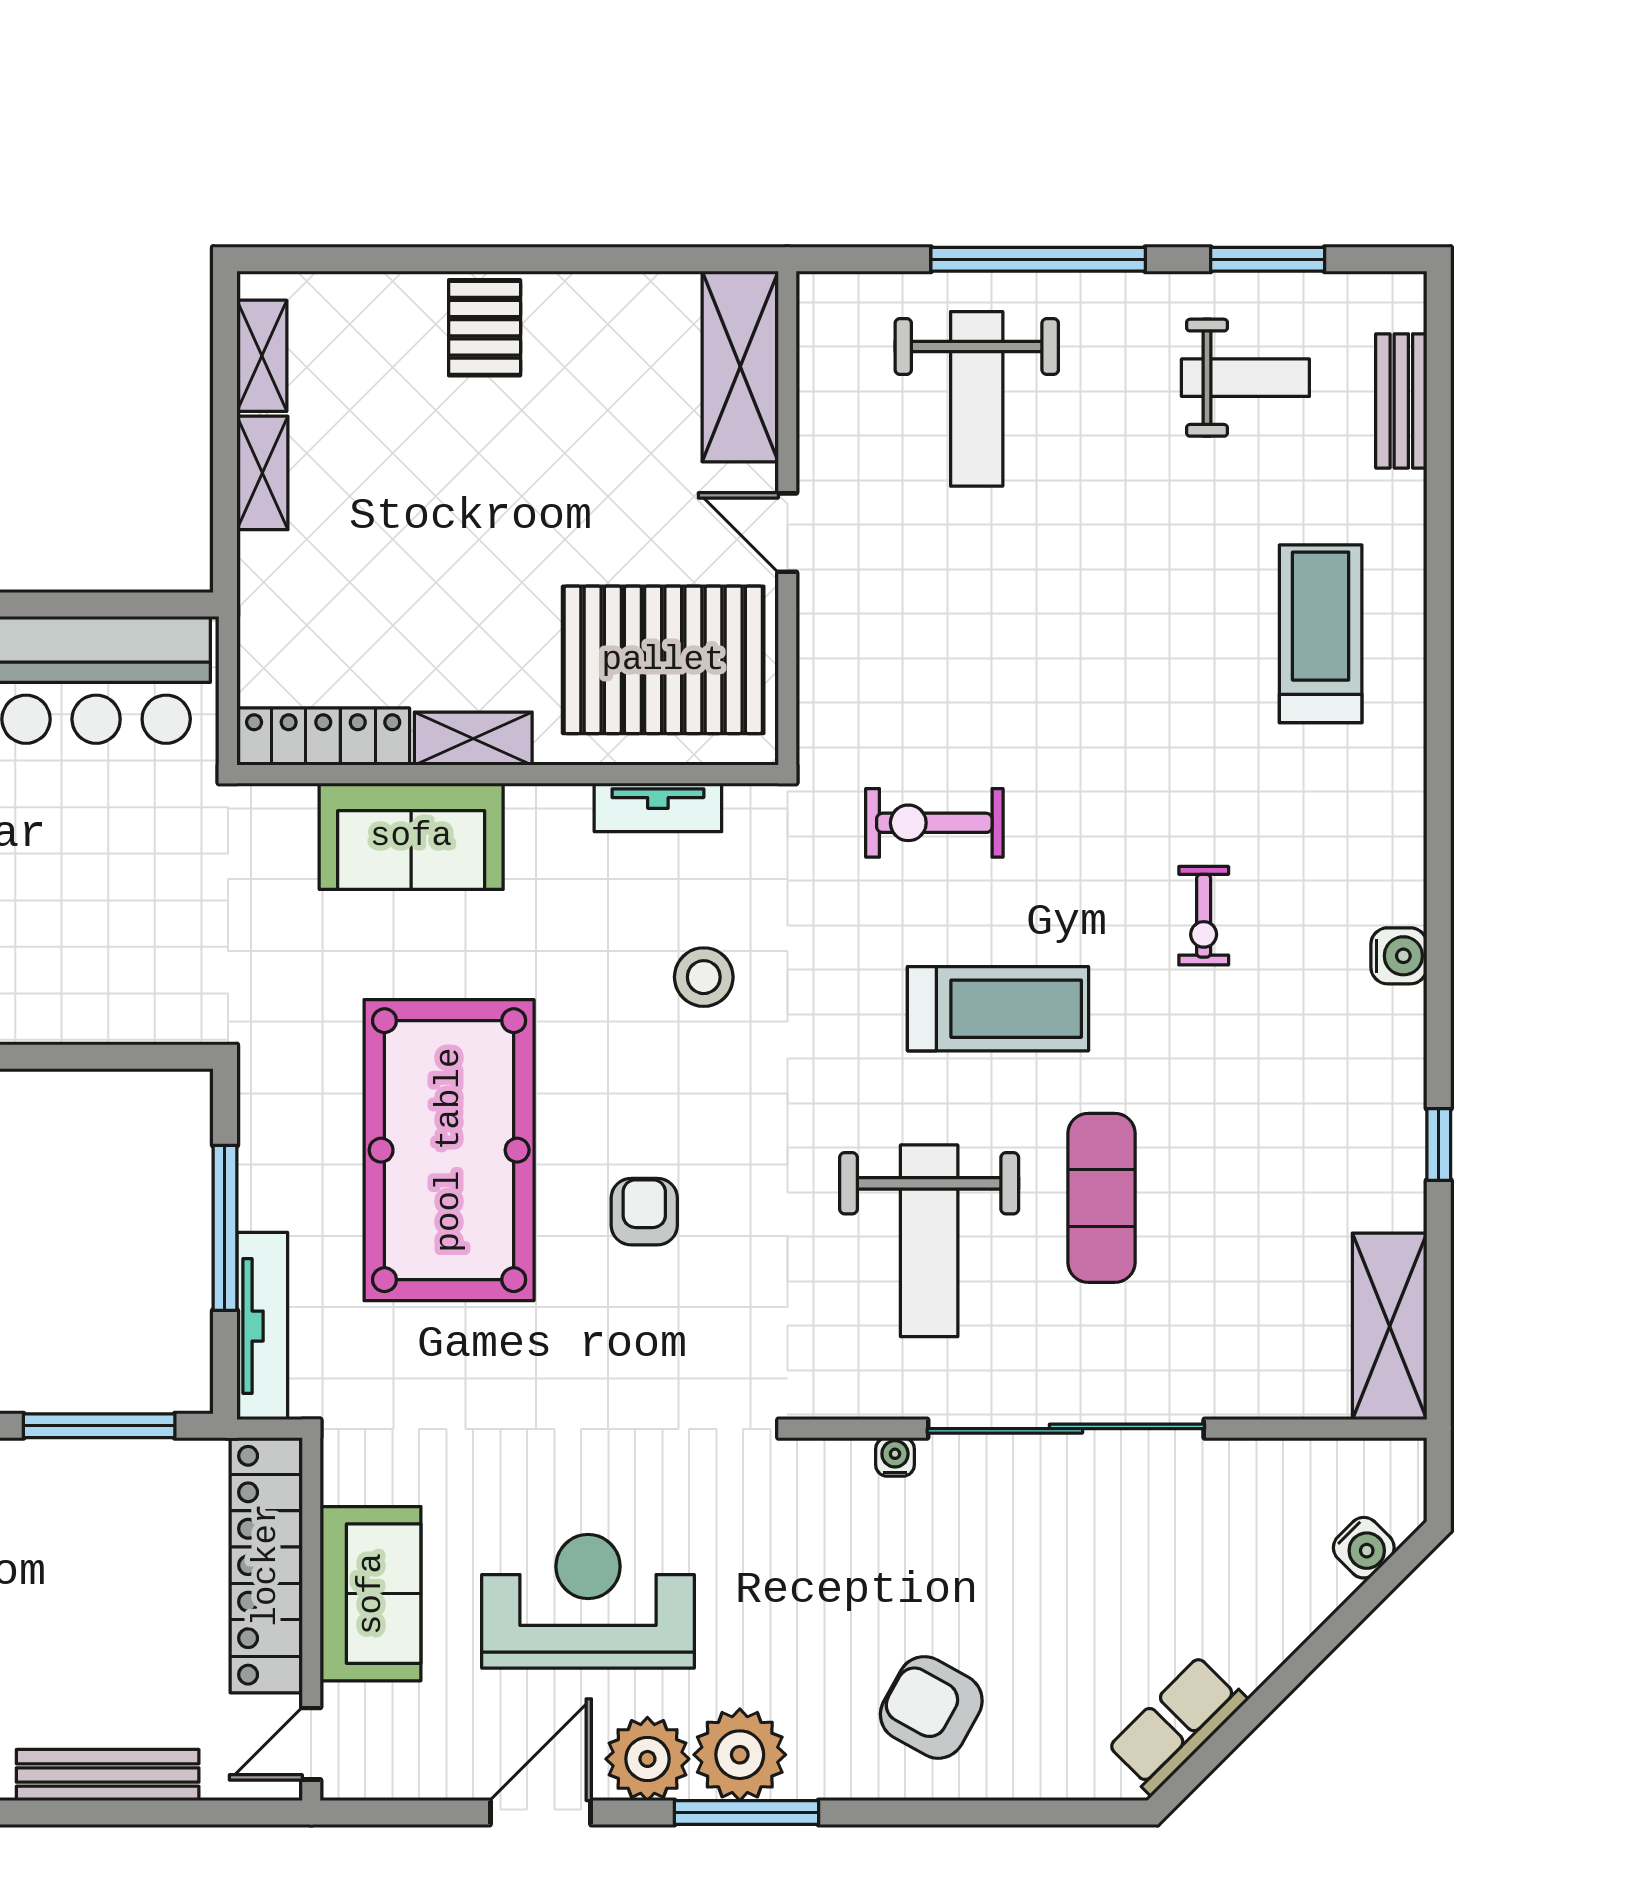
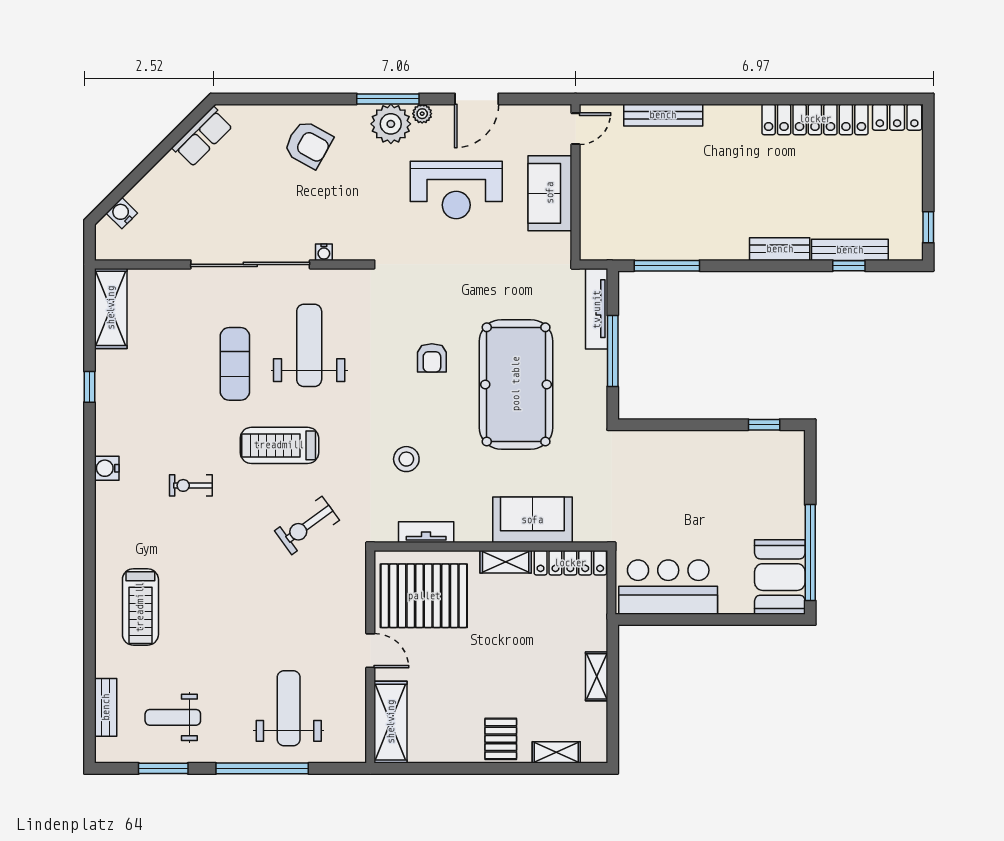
shelving: (262, 356) -> (556, 752), moved, turned 90
exercise bike: (934, 823) -> (307, 525), turned 144
exercise bike: (1204, 916) -> (191, 485), turned -90
locker: (266, 1565) -> (595, 206), removed
plant: (647, 1759) -> (422, 114), width x0.53, depth x0.53

